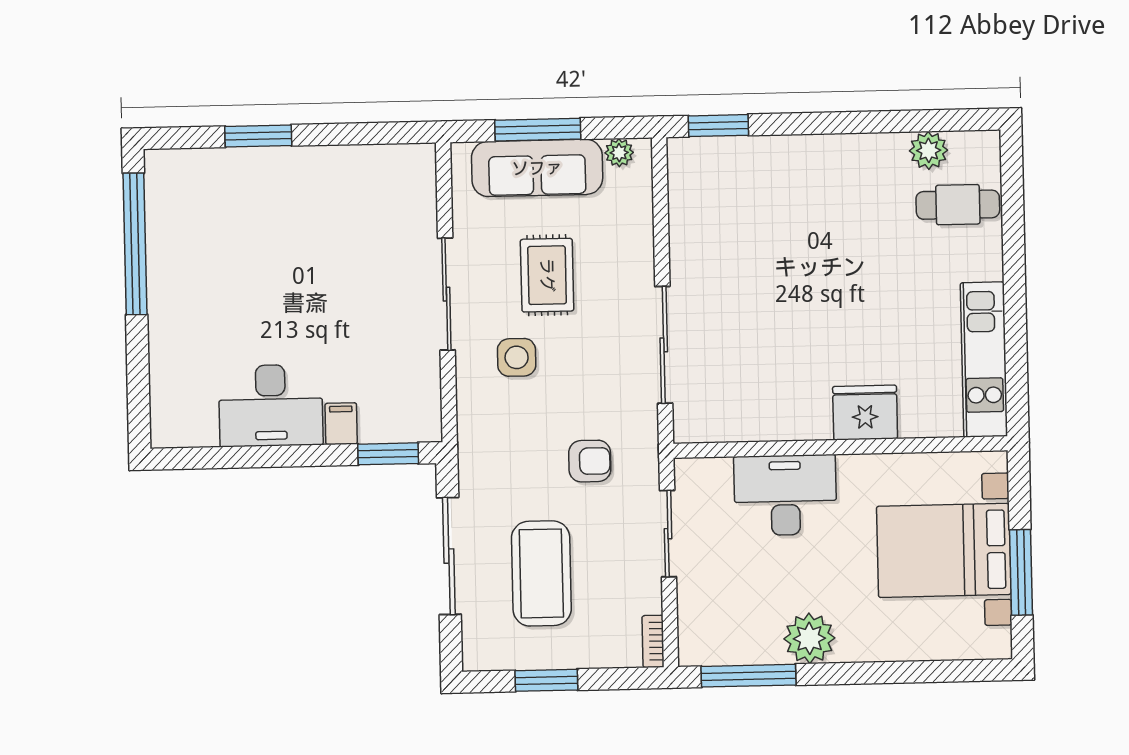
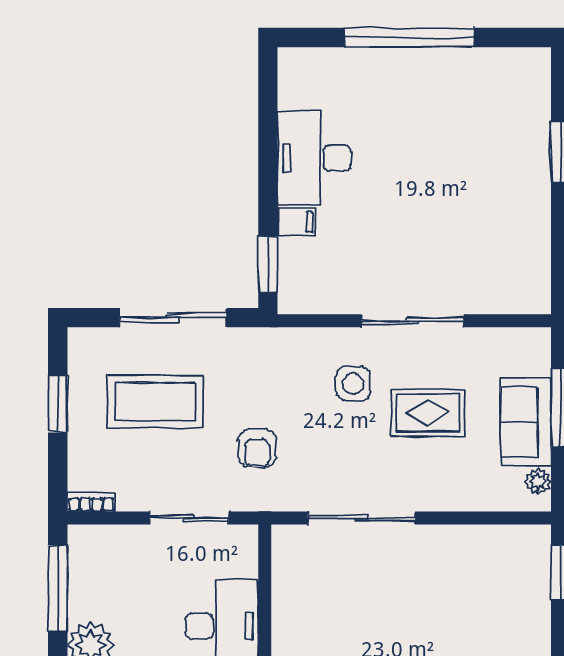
sofa: (537, 168) -> (526, 422), width x0.73
window: (135, 244) -> (409, 38), moved

